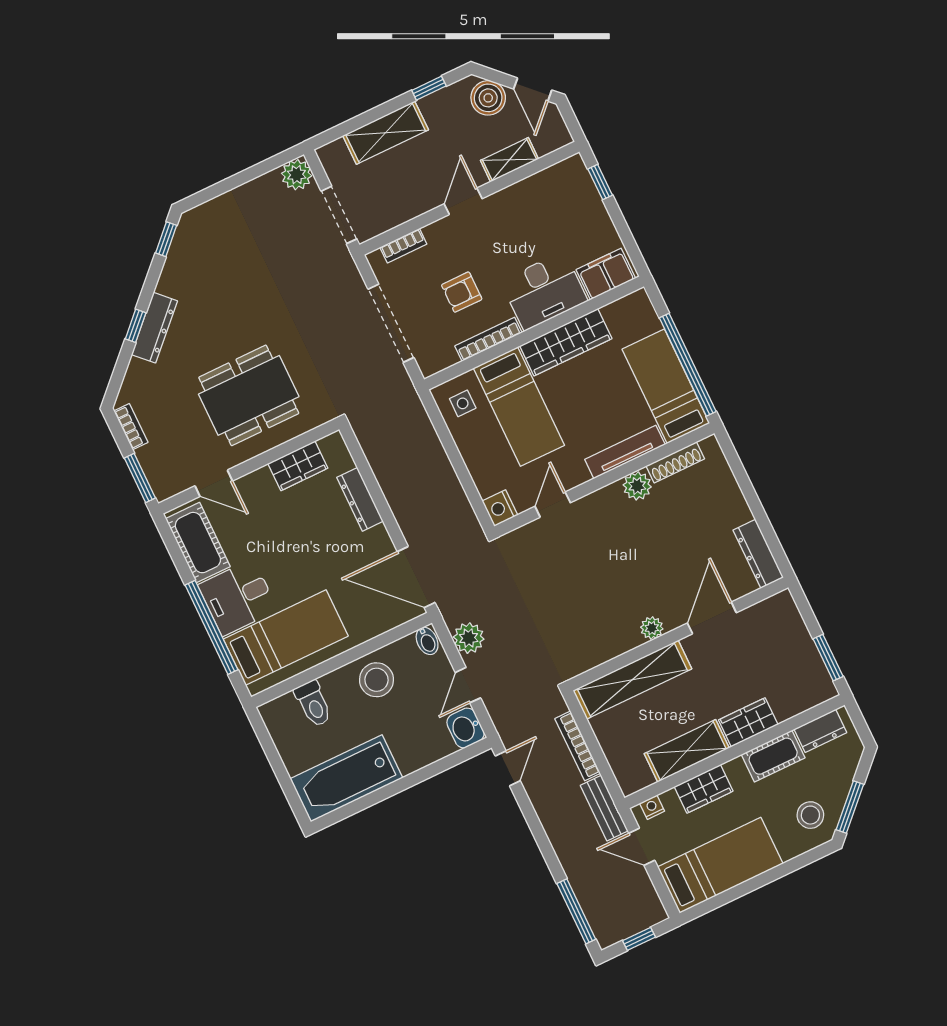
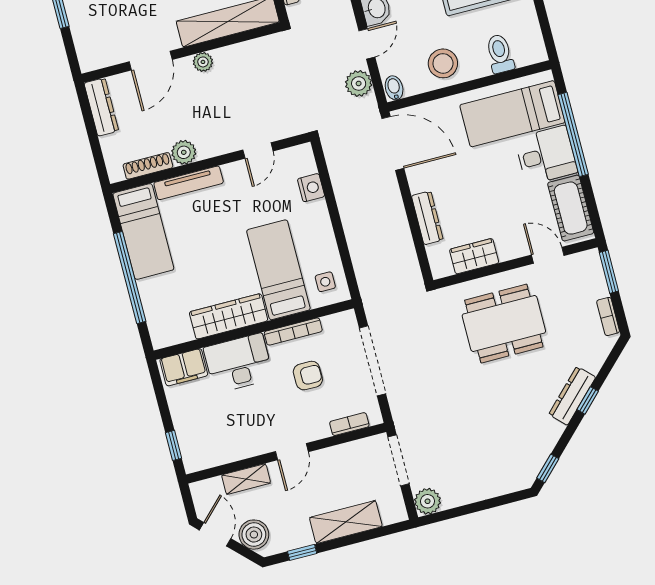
bed: (666, 386) -> (143, 231), moved
tv unit: (625, 452) -> (189, 183), moved
shoe rack: (675, 462) -> (148, 166), moved
wall: (604, 480) -> (210, 163), moved
plant: (637, 486) -> (184, 152), moved
door: (553, 505) -> (258, 150), moved

